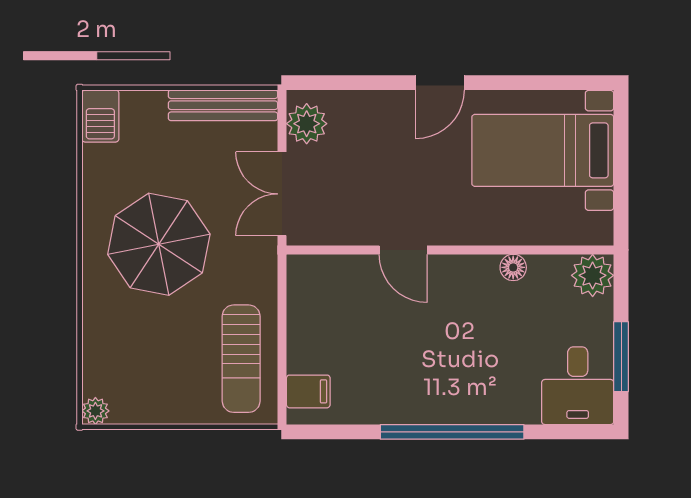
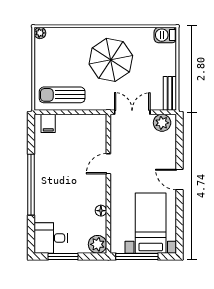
bench: (223, 105) -> (170, 93), width x0.73
window: (621, 183) -> (137, 256), added

